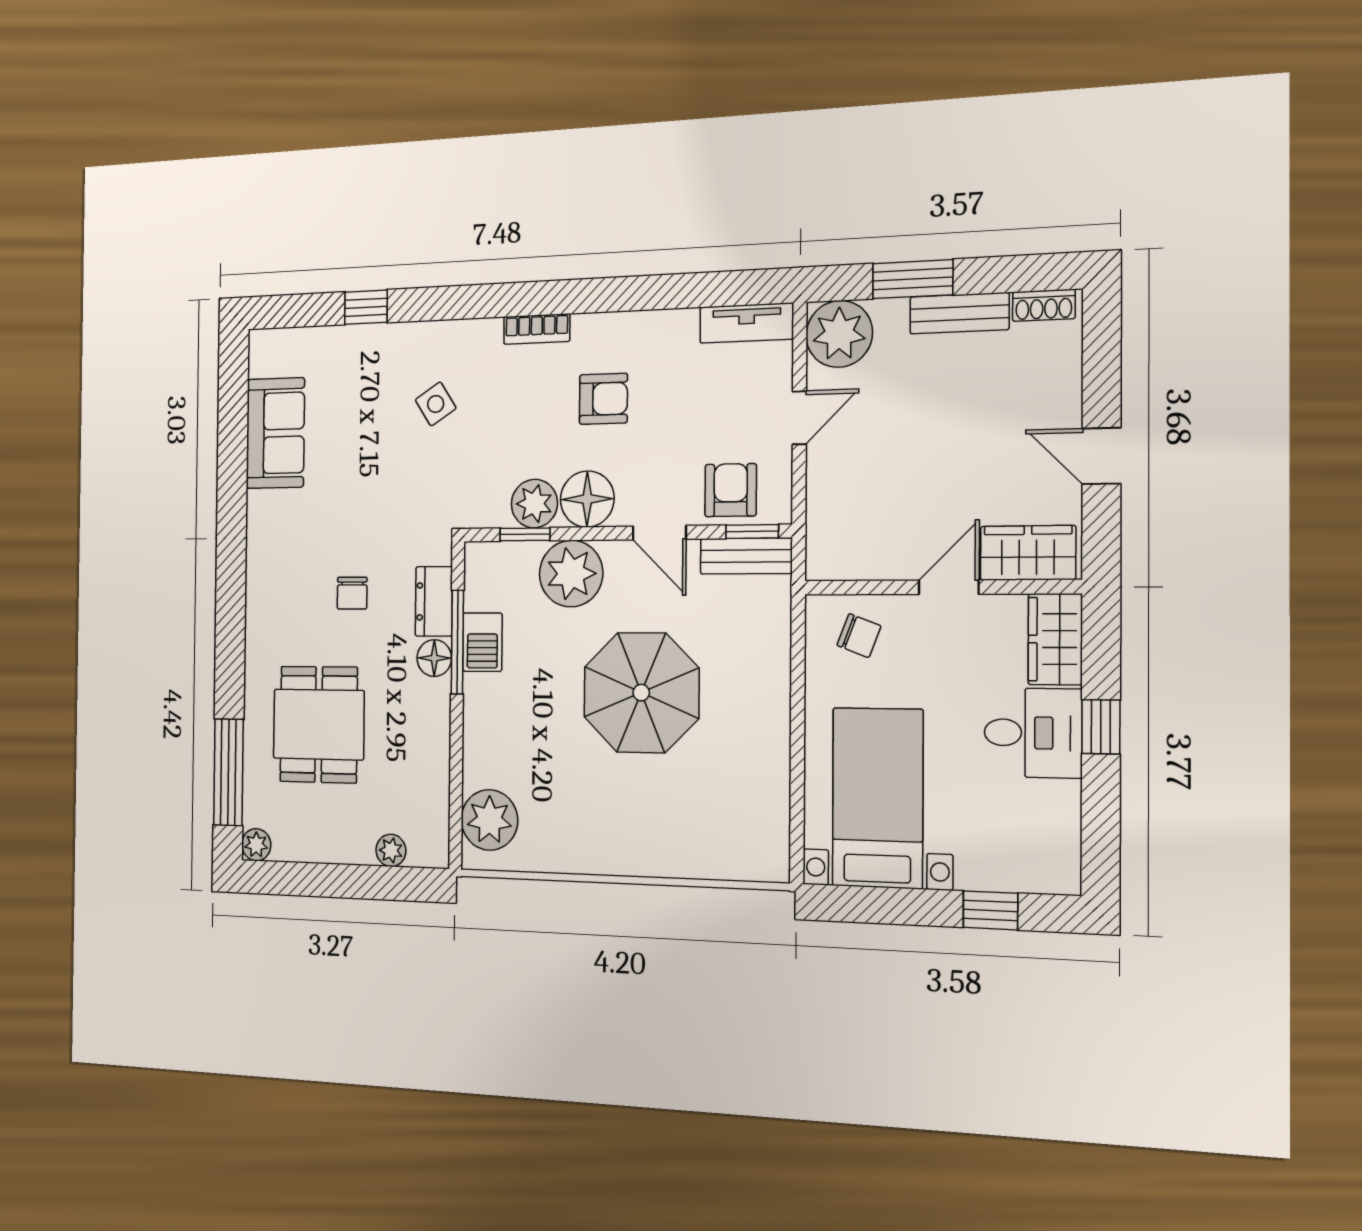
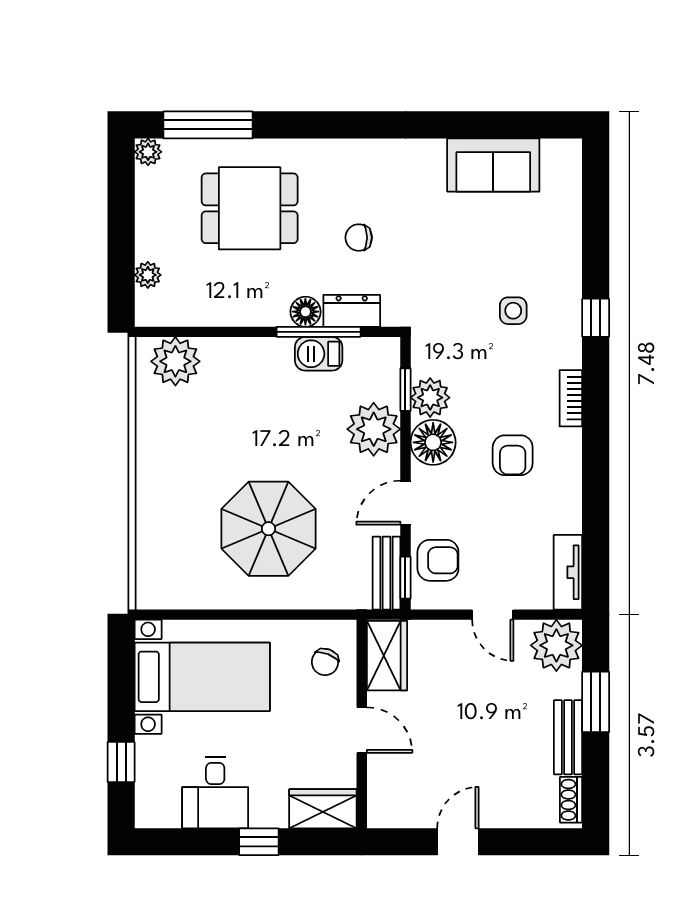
window: (366, 307) -> (596, 318), moved
side table: (436, 404) -> (513, 311), turned 33
wardrobe: (1028, 553) -> (387, 656), moved
parasol: (641, 693) -> (269, 529), moved
desk: (1033, 733) -> (215, 793), moved

